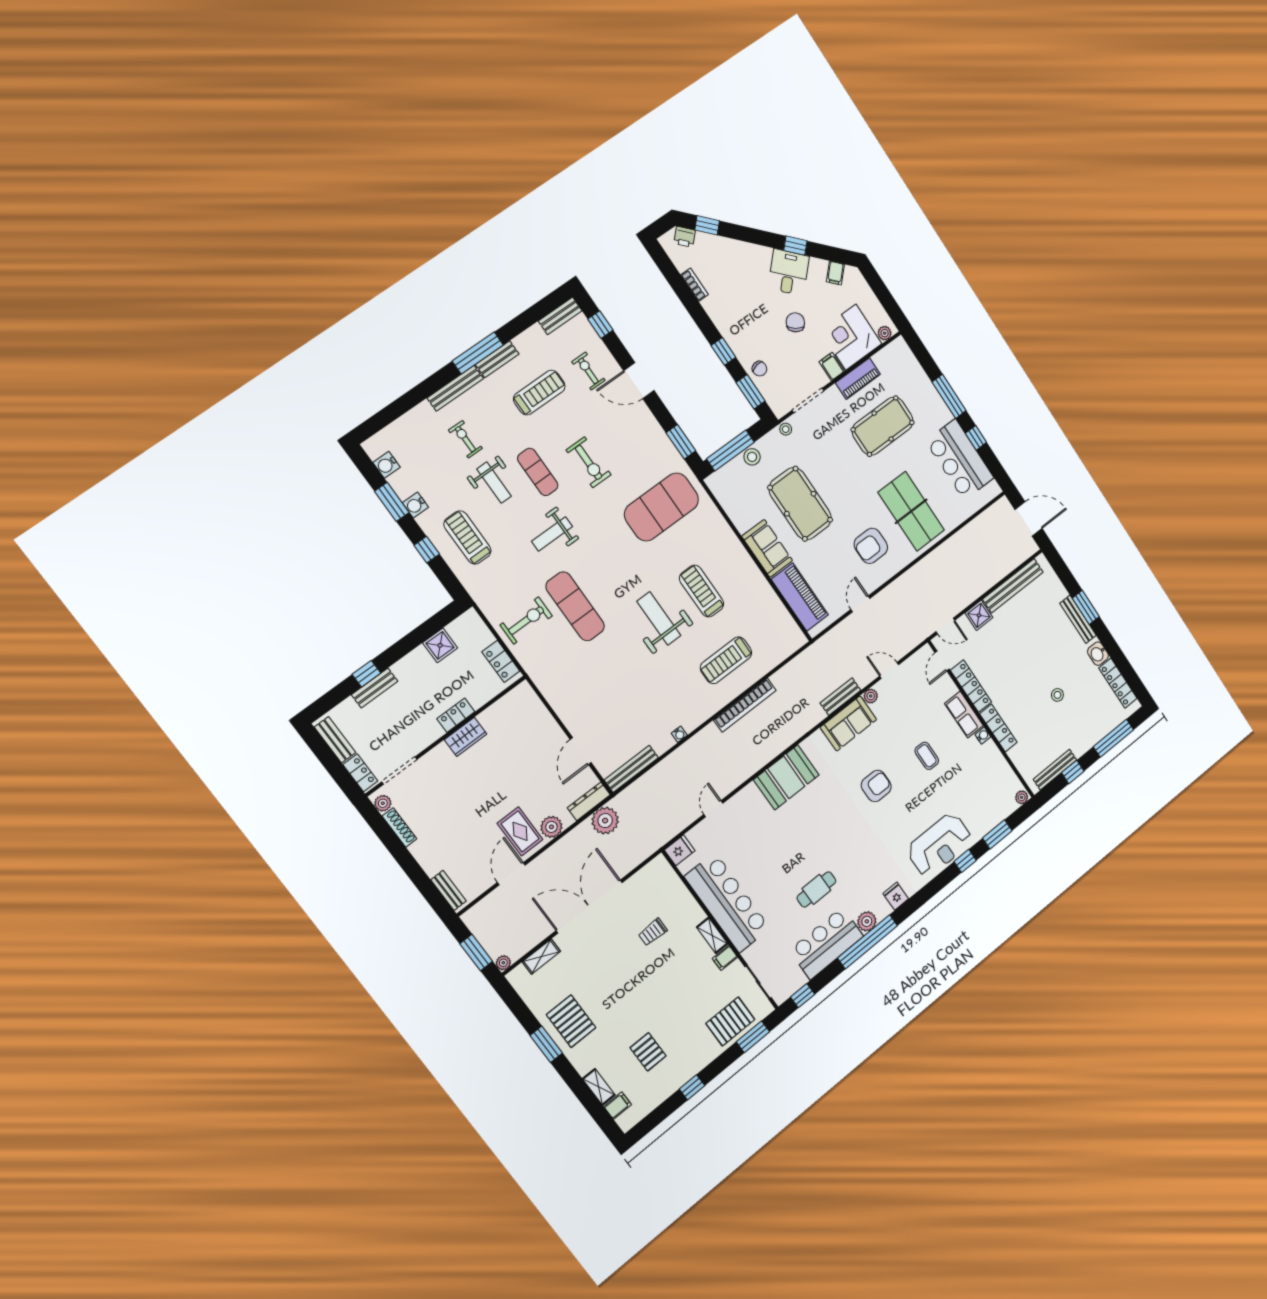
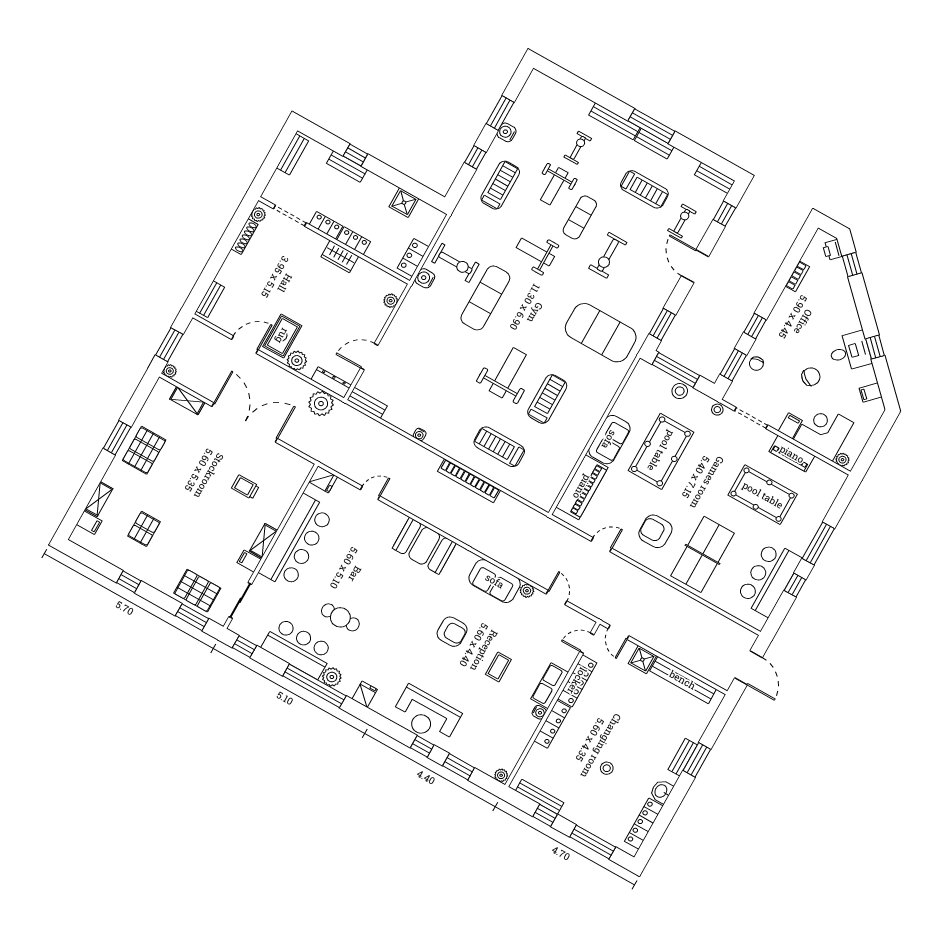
water cooler: (387, 465) -> (425, 278), moved
bench: (1078, 619) -> (683, 757), width x0.73
bench: (840, 697) -> (514, 563), removed
plant: (534, 704) -> (391, 301), added
bench: (631, 769) -> (367, 403), width x0.73
locker: (360, 773) -> (326, 225), moved, turned -90

